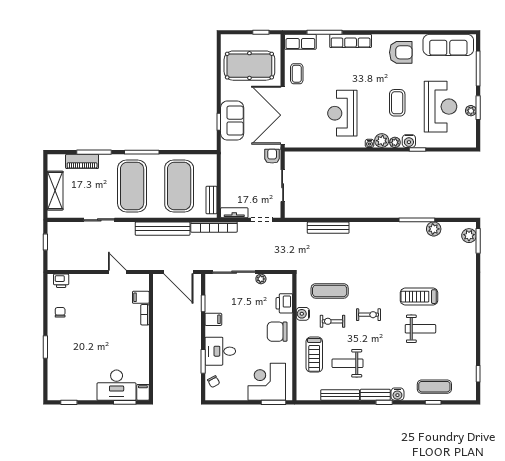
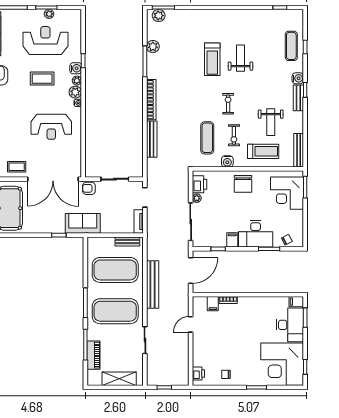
sofa: (232, 121) -> (83, 223), moved
bookcase: (214, 227) -> (151, 100), moved
printer: (284, 303) -> (199, 184), moved, turned -90
desk: (220, 351) -> (256, 234), width x1.37
corner desk: (72, 376) -> (282, 364), added
bench: (340, 395) -> (299, 150), moved

